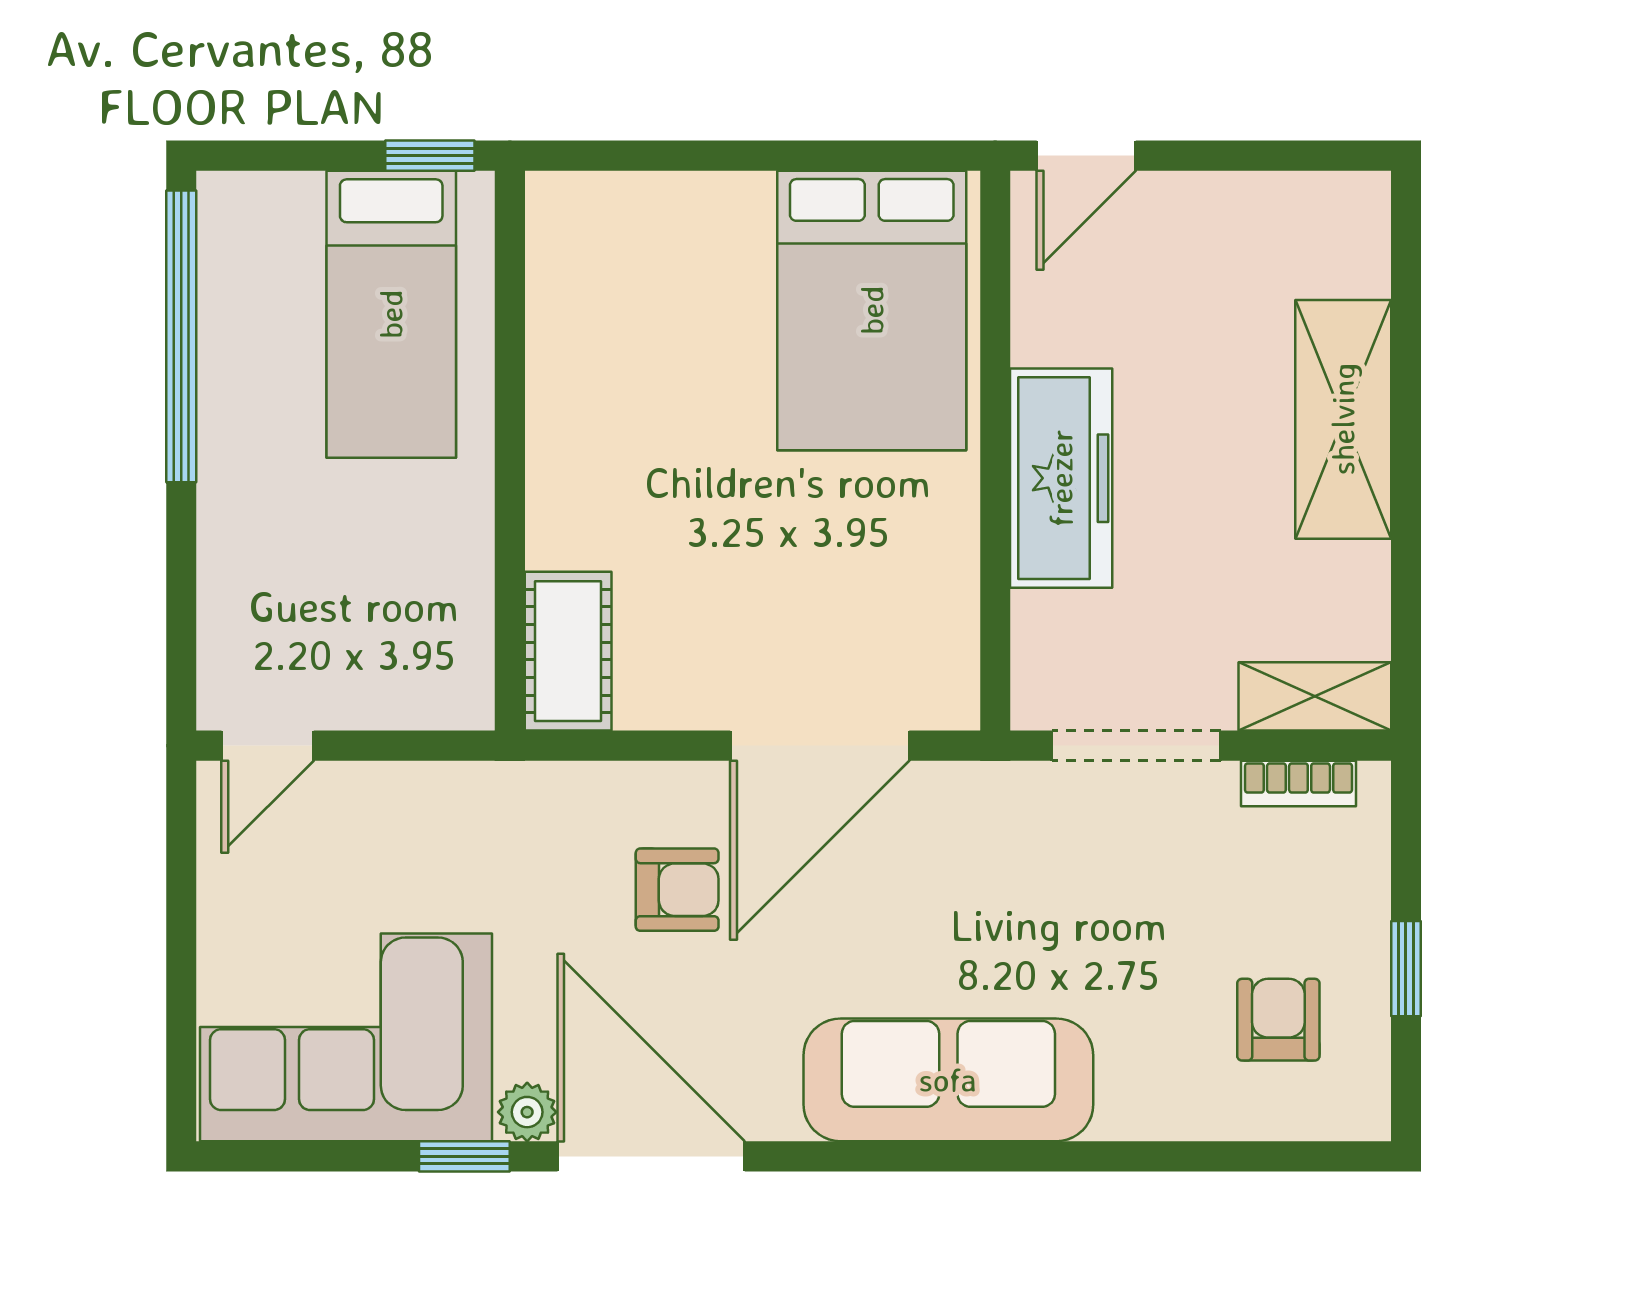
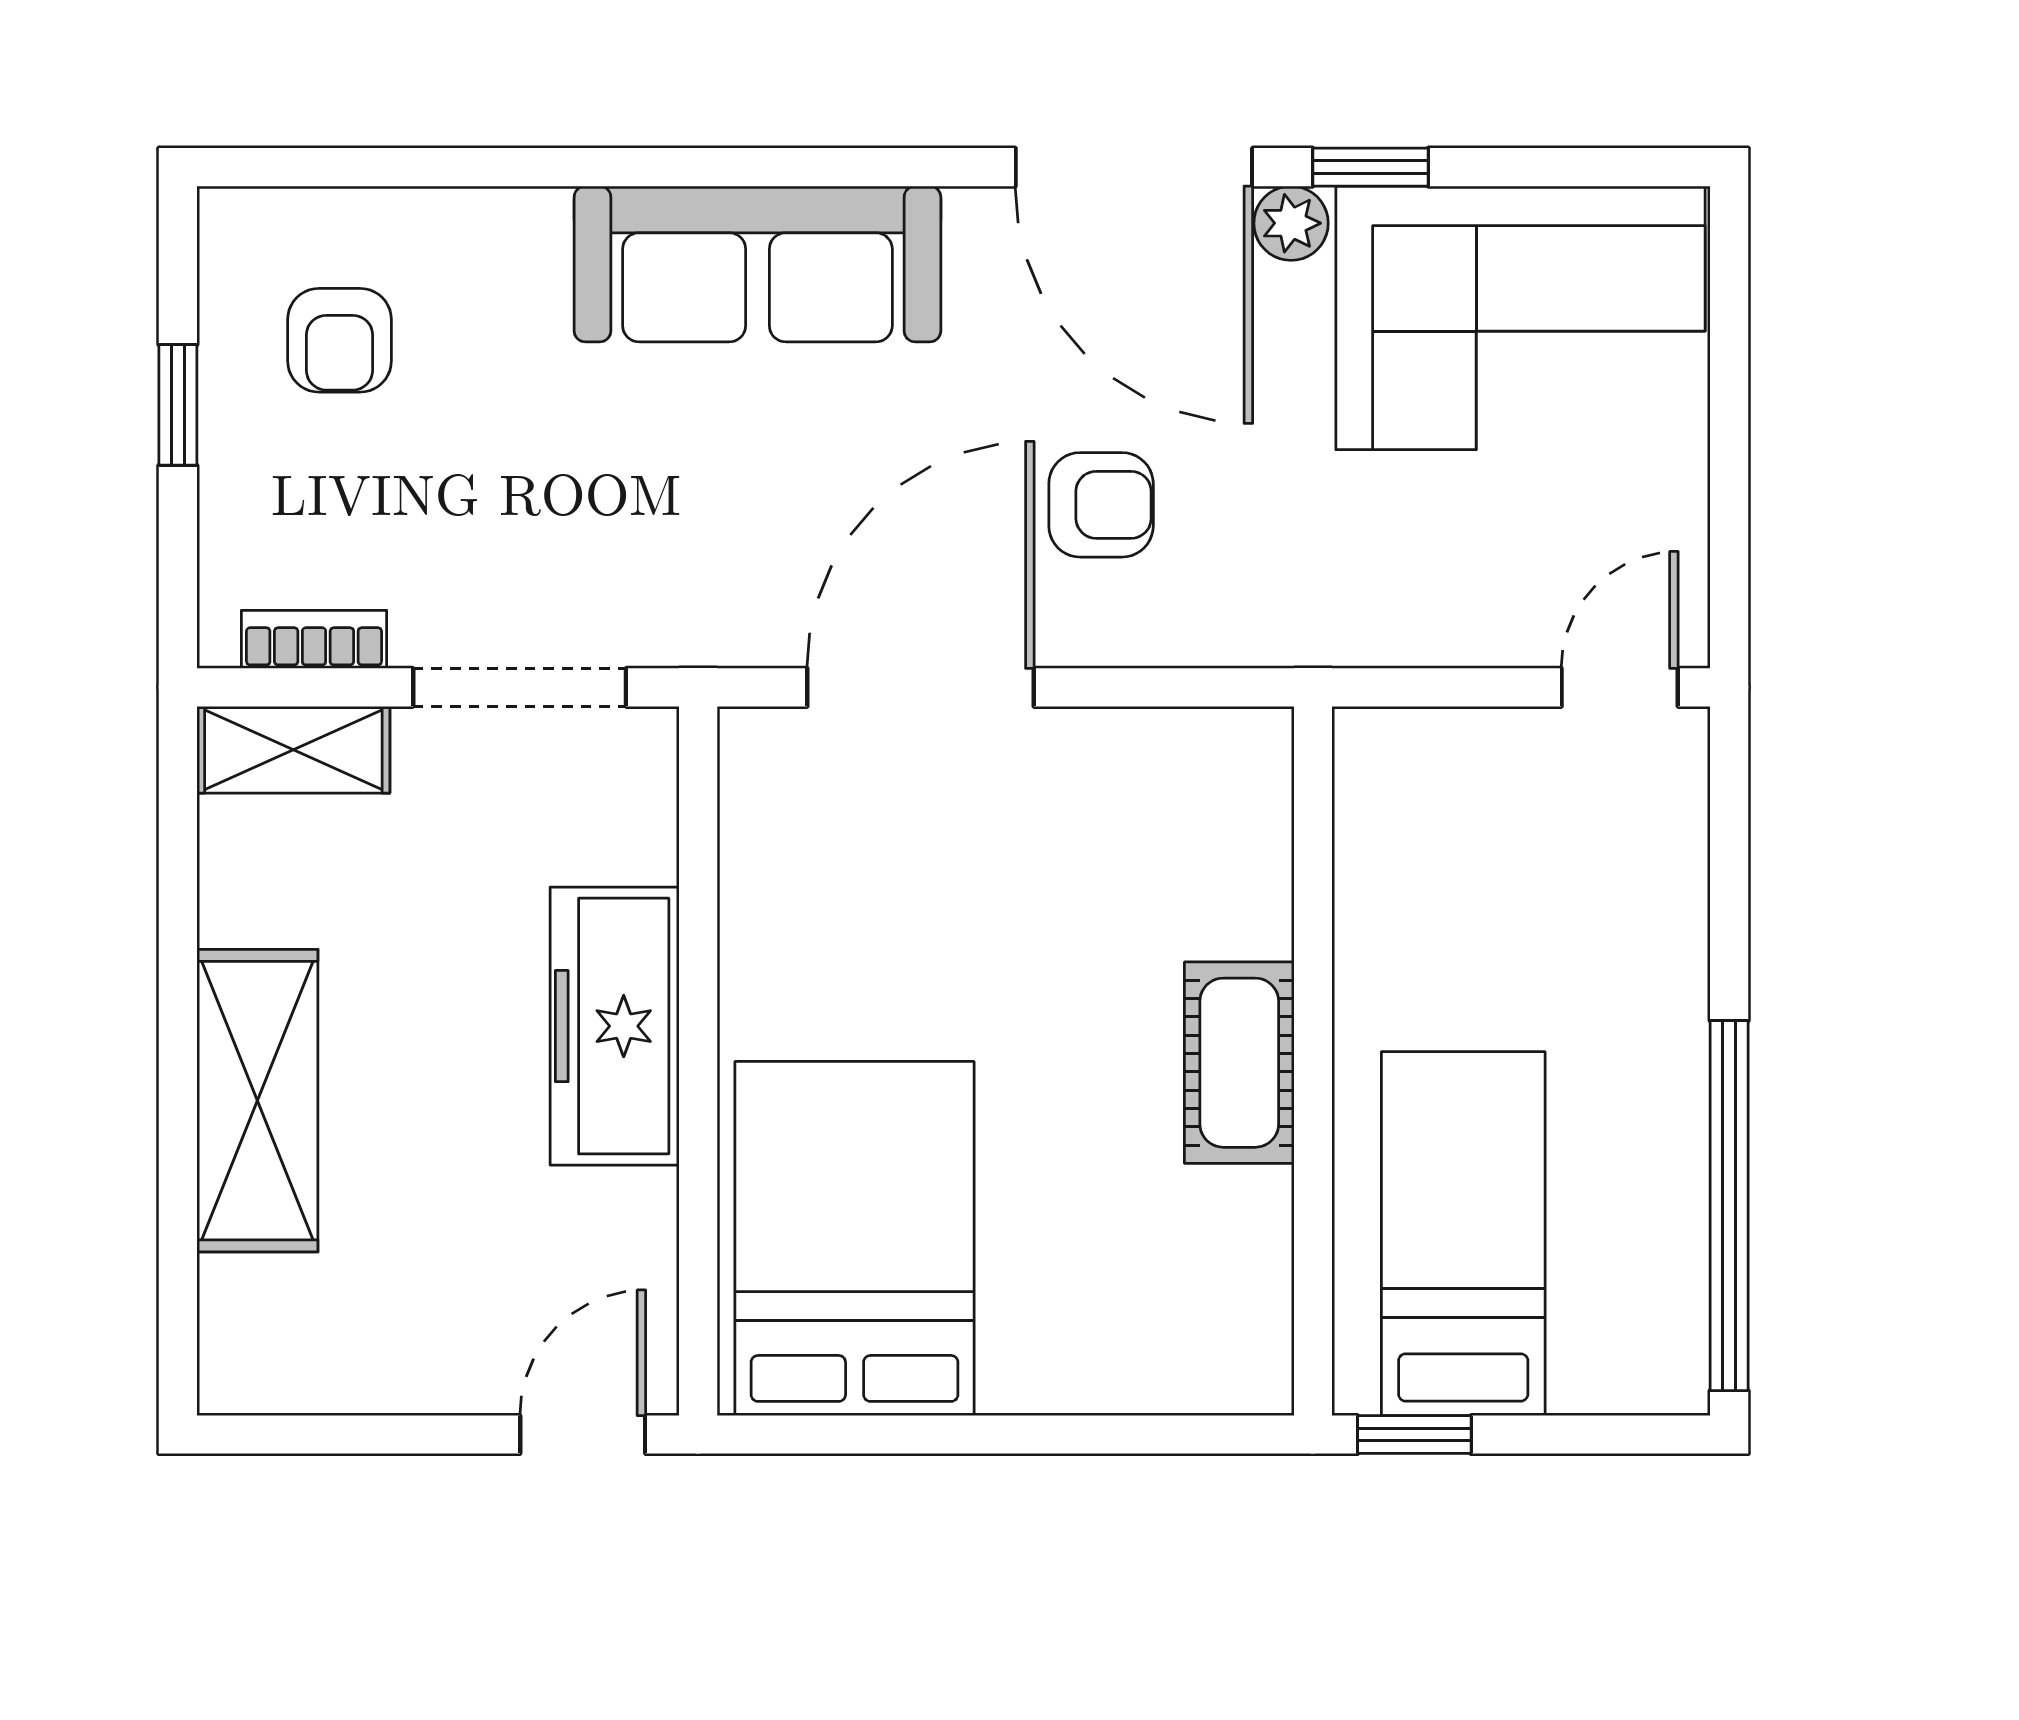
cot: (568, 651) -> (1239, 1063), moved
armchair: (677, 890) -> (1101, 505), turned 180

